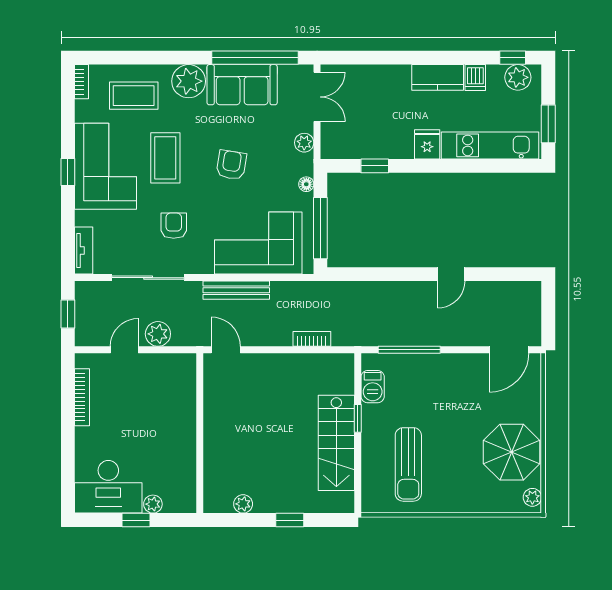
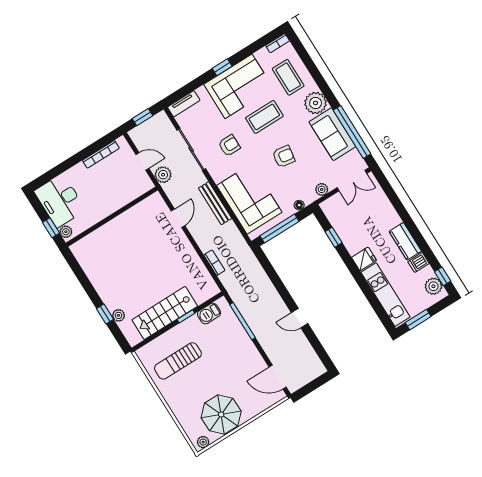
wall: (200, 433) -> (112, 217), moved
plant: (243, 504) -> (119, 315), moved

